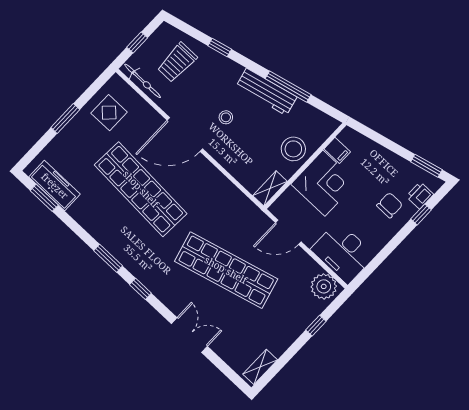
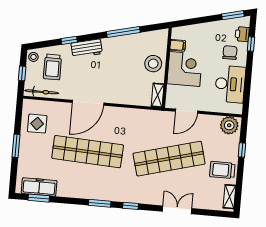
workbench: (266, 92) -> (87, 48), moved, width x0.73
stool: (226, 117) -> (33, 57), moved
desk: (343, 253) -> (230, 84), moved, turned -90
trolley: (276, 331) -> (222, 170), added

